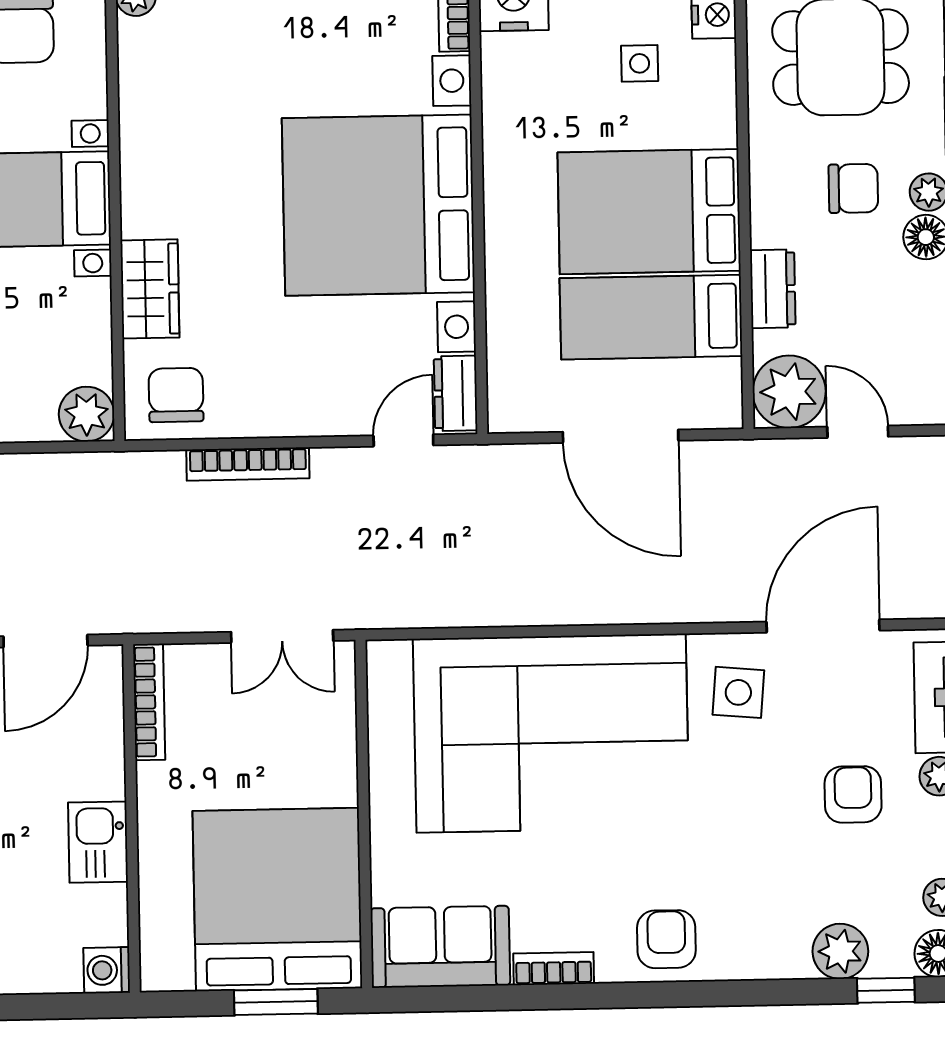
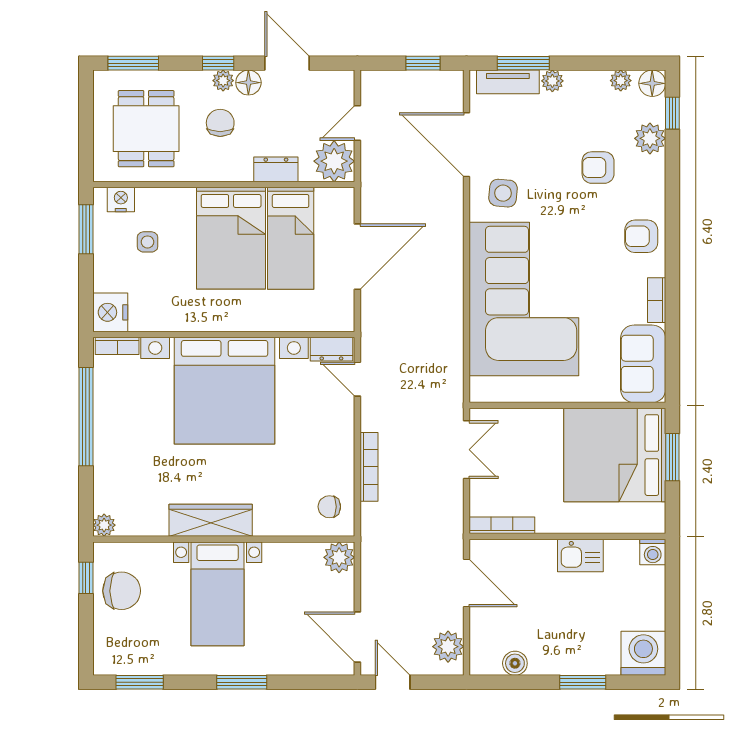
wardrobe: (150, 289) -> (211, 520), moved, width x1.50
chair: (176, 395) -> (329, 507), width x0.73, depth x0.73
armchair: (853, 794) -> (598, 168), moved

